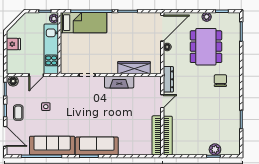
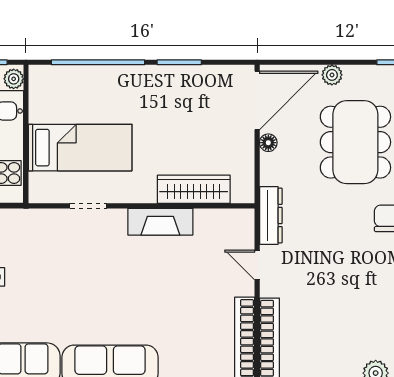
plant: (207, 17) -> (332, 75), moved
bed: (84, 23) -> (80, 148), moved
door: (162, 101) -> (257, 265), swing flipped

